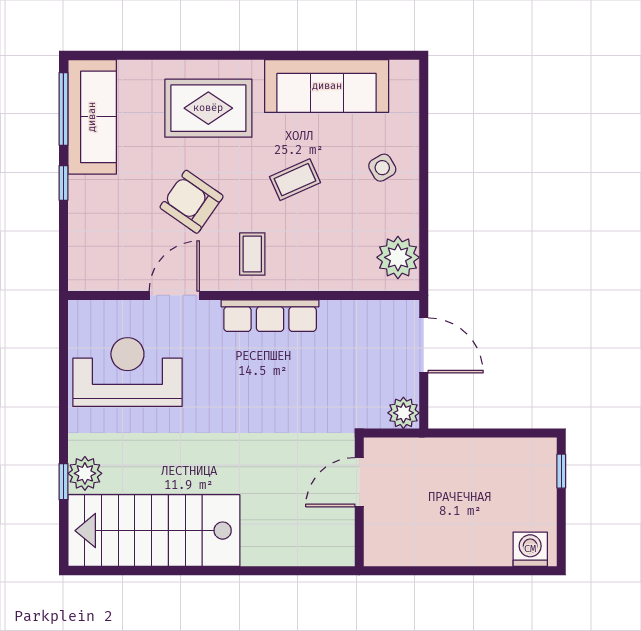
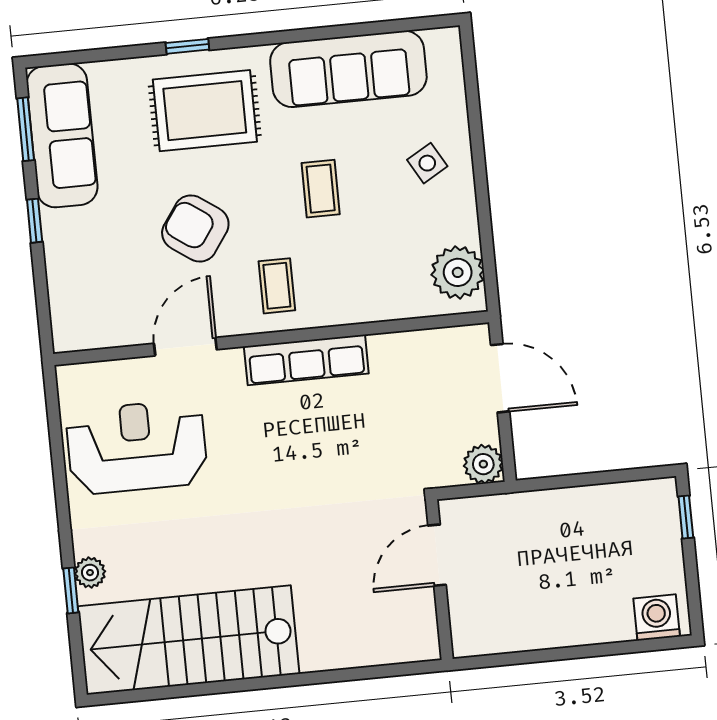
window: (200, 55) -> (187, 46), added
window: (63, 109) -> (26, 129), width x0.69
coffee table: (295, 180) -> (321, 189), turned -66
plant: (85, 473) -> (90, 573), width x0.73, depth x0.73

